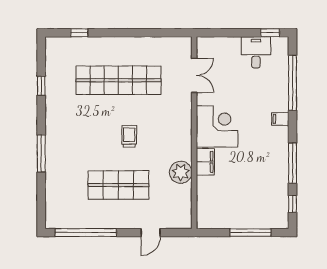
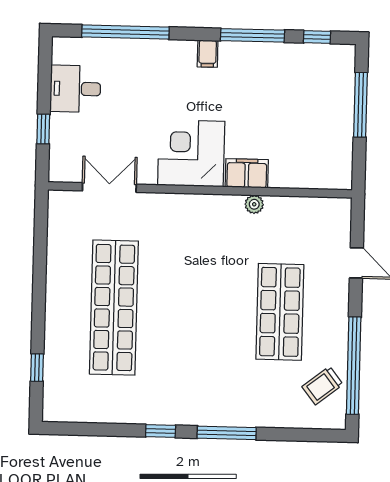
window: (270, 33) -> (43, 129), moved
window: (41, 86) -> (161, 431), moved
filing cabinet: (280, 119) -> (208, 54), moved
trolley: (129, 136) -> (323, 386), moved, turned -38
plant: (181, 172) -> (254, 204), width x0.53, depth x0.53

